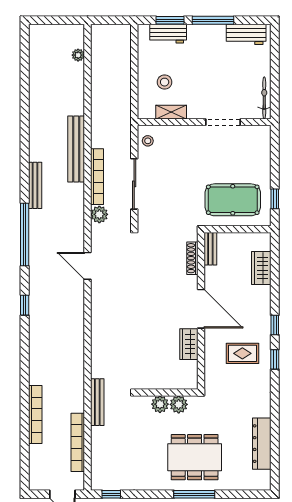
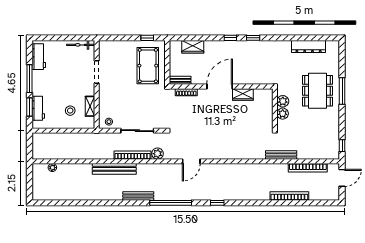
rug: (242, 353) -> (249, 59), removed

